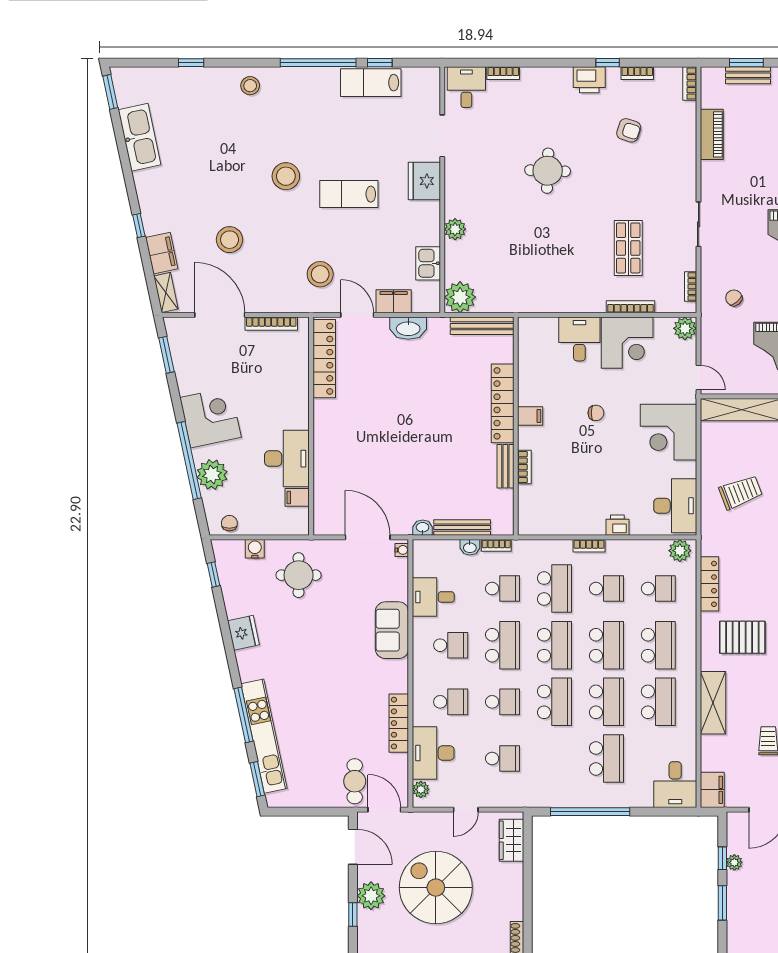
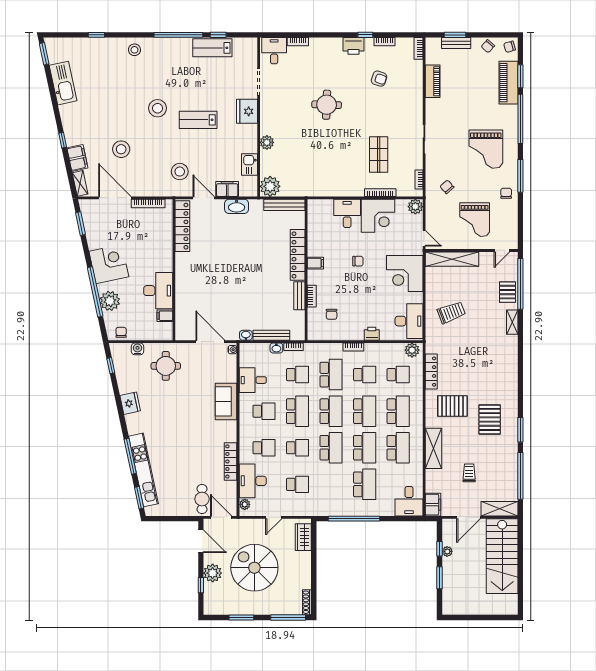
chair: (555, 495) -> (332, 314), added

